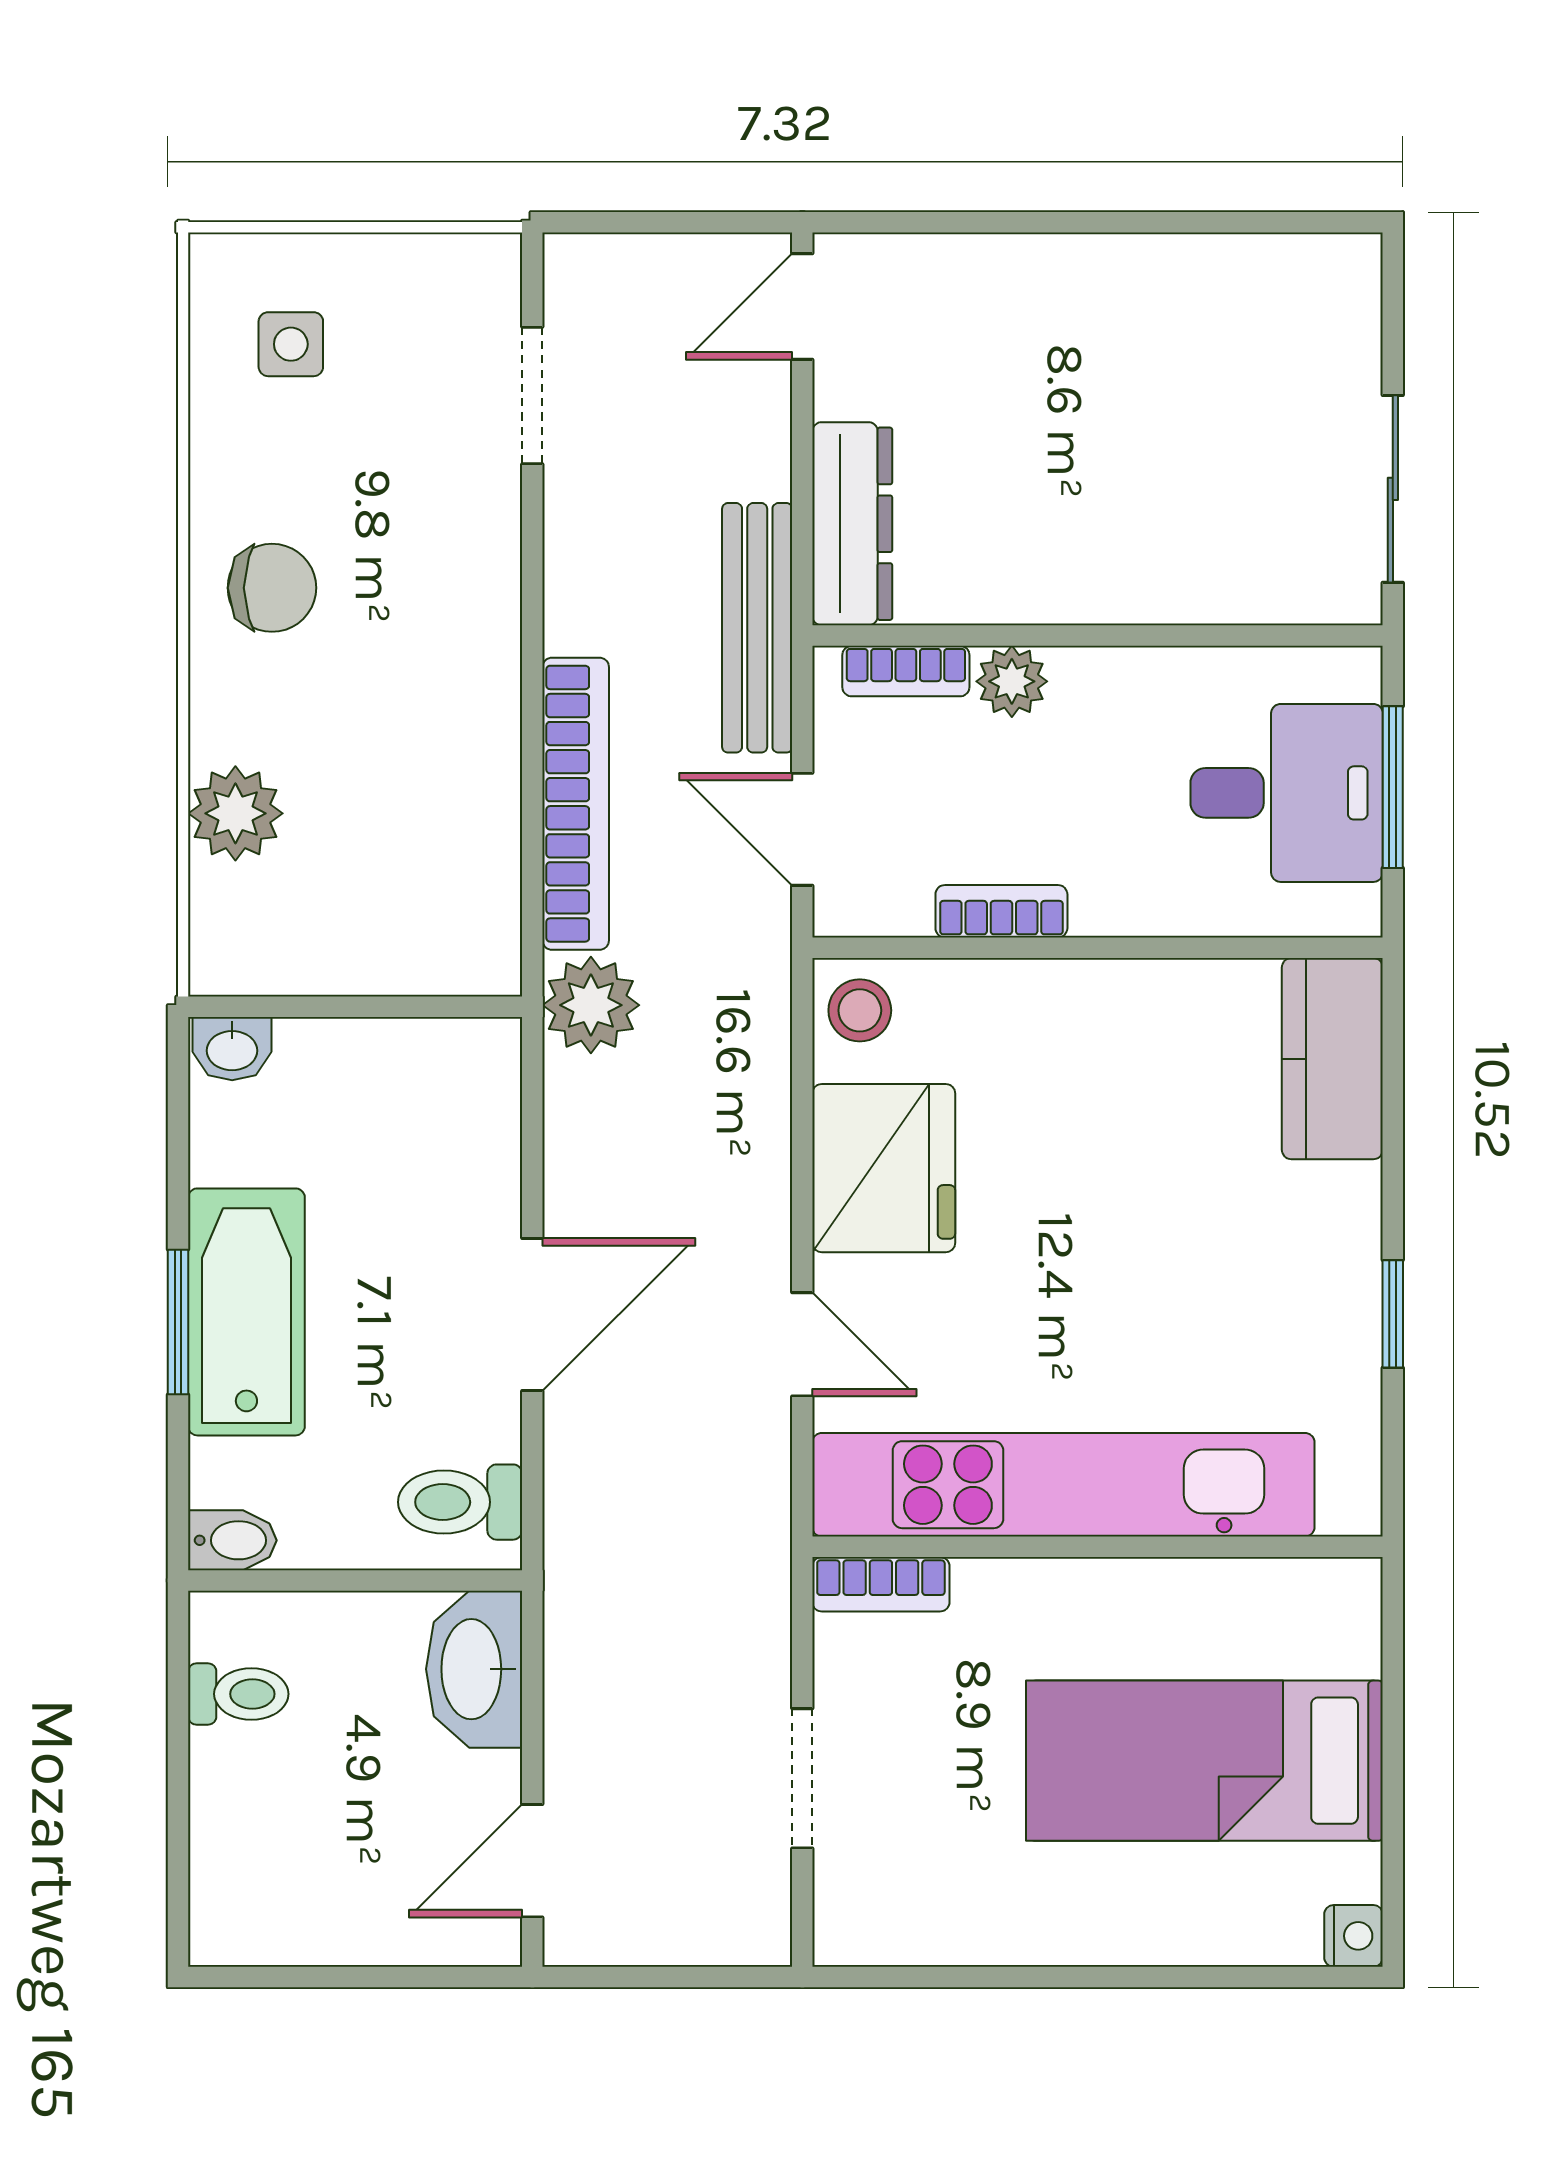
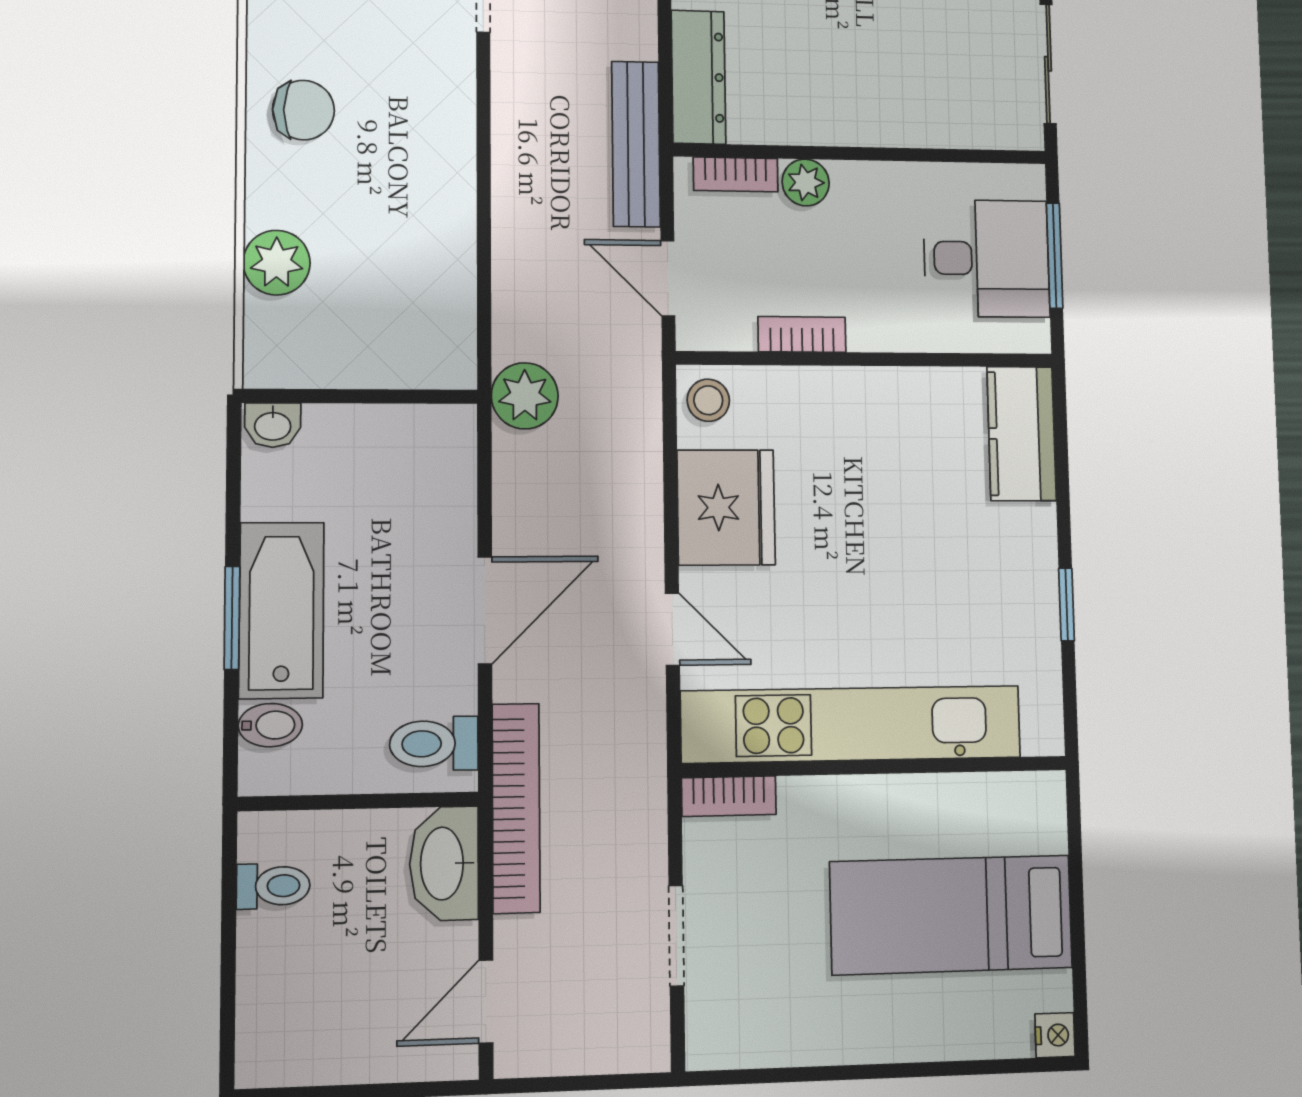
bookcase: (576, 804) -> (516, 808), moved
bidet: (232, 1540) -> (270, 725), moved

